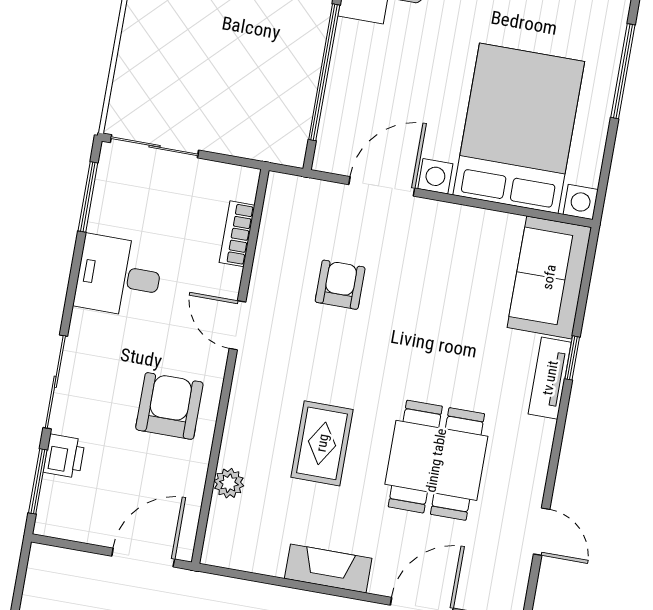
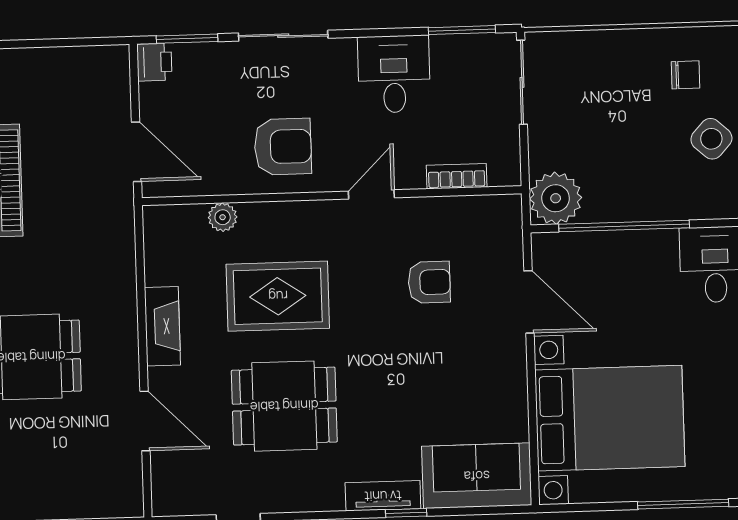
plant: (281, 137) -> (556, 198), added
rug: (322, 443) -> (278, 296), width x1.36, depth x1.43
printer: (64, 456) -> (154, 62), moved, turned -90

